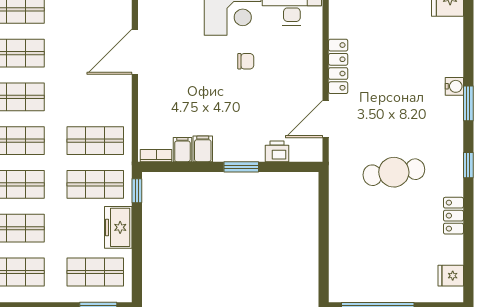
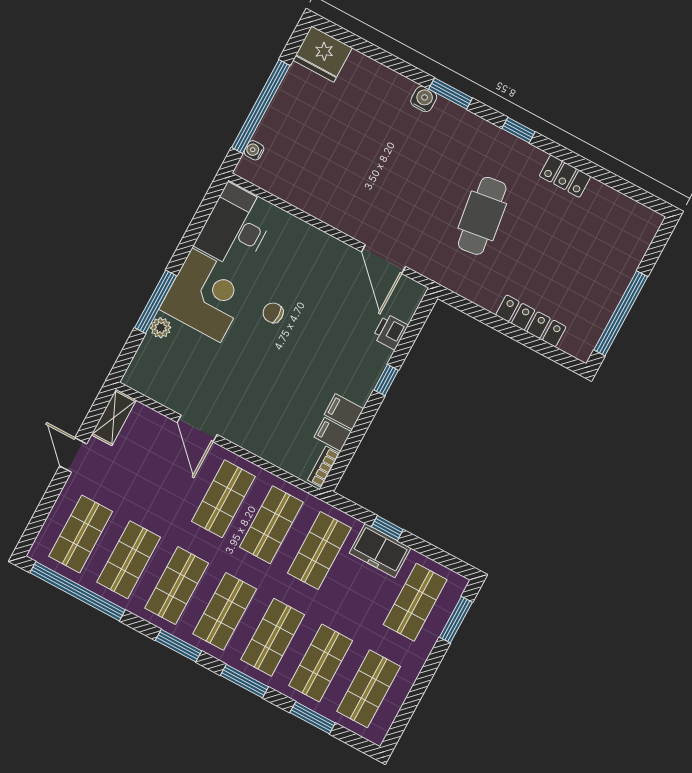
door: (135, 52) -> (197, 428), width x0.73
chair: (246, 61) -> (273, 313), turned -90
locker: (338, 66) -> (531, 321), moved
shop shelf: (95, 97) -> (223, 499), added
window: (241, 167) -> (386, 380), width x0.67
window: (137, 191) -> (387, 528), moved
fridge: (451, 276) -> (629, 215), removed

